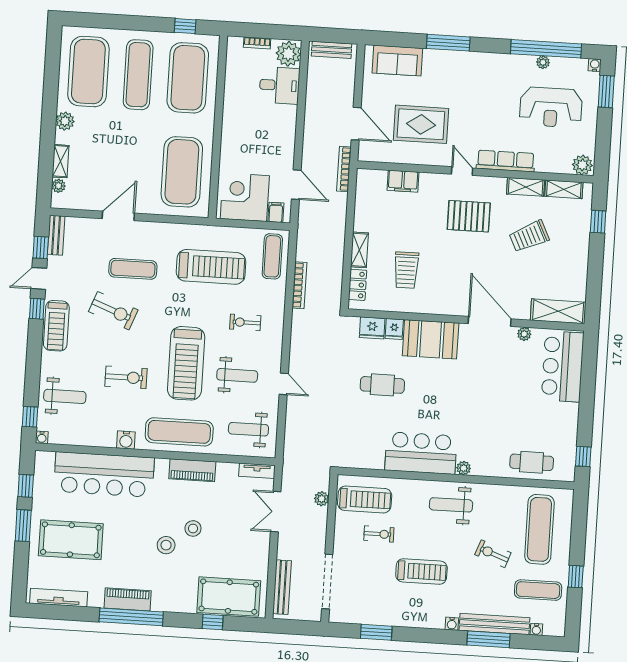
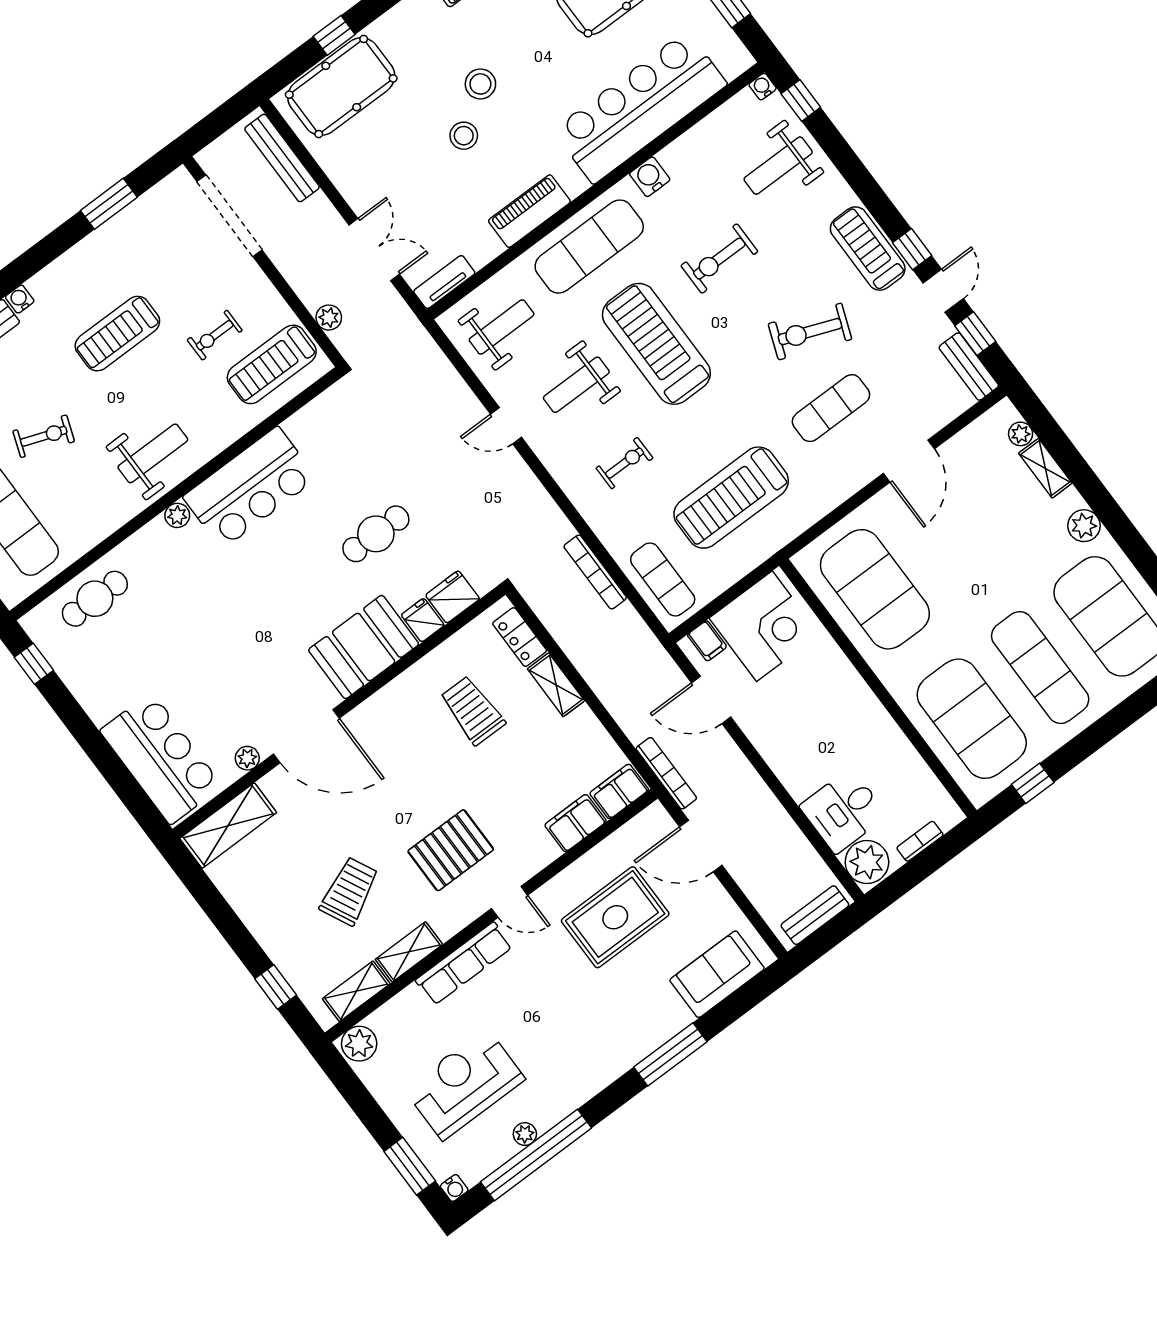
filing cabinet: (372, 179) -> (619, 791), added

